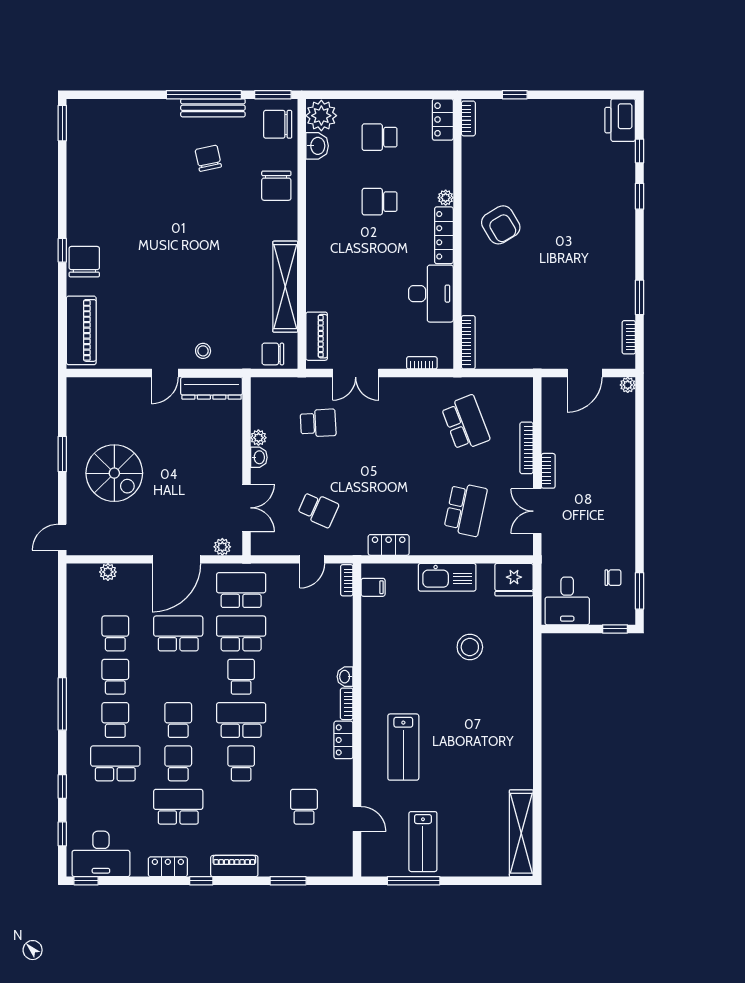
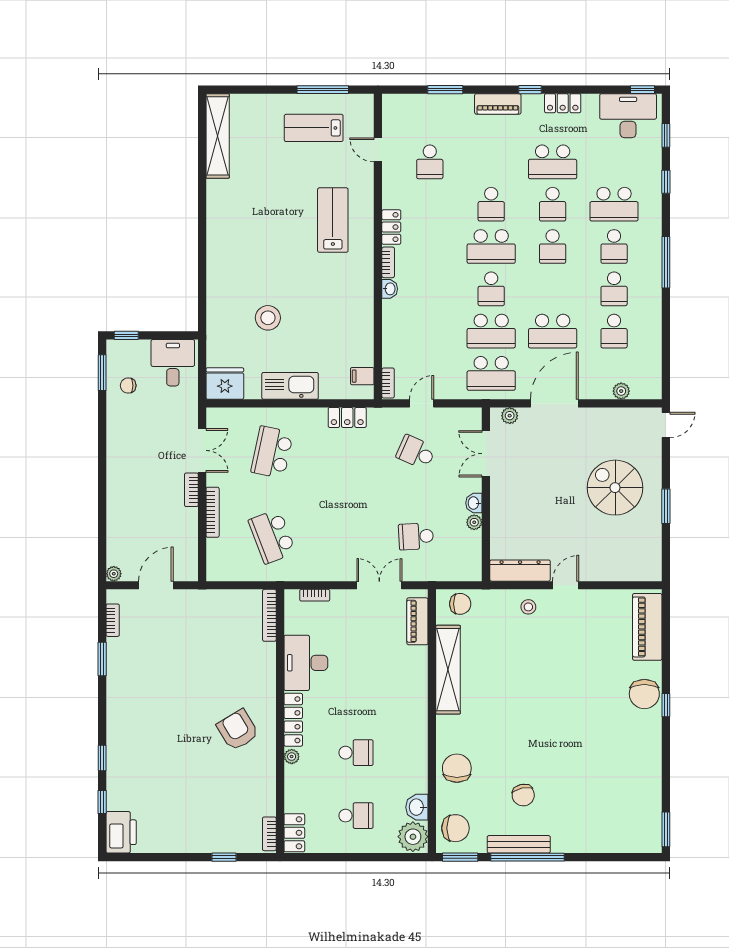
lab bench: (423, 842) -> (314, 128), turned -90

